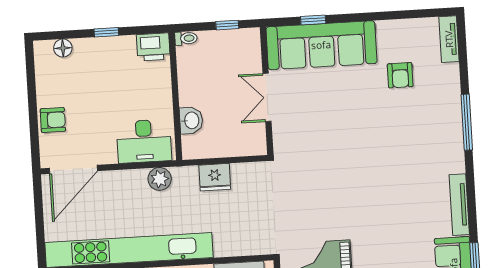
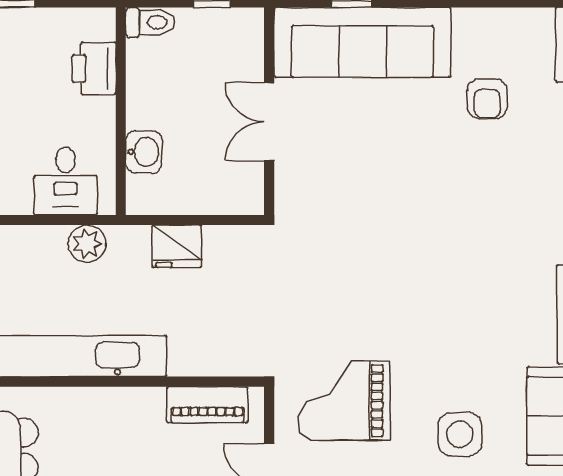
toilet: (186, 38) -> (150, 22), width x1.37, depth x1.39
printer: (153, 47) -> (94, 68), moved, turned 90
desk: (144, 141) -> (66, 181), width x0.73

